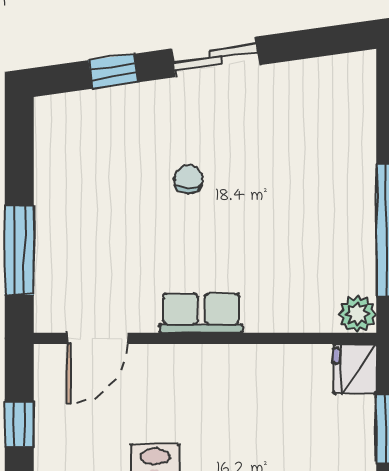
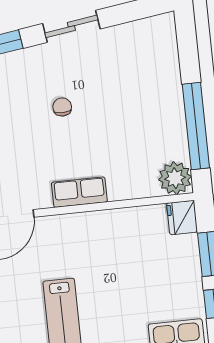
plant: (357, 314) -> (175, 178), width x1.36, depth x1.36

